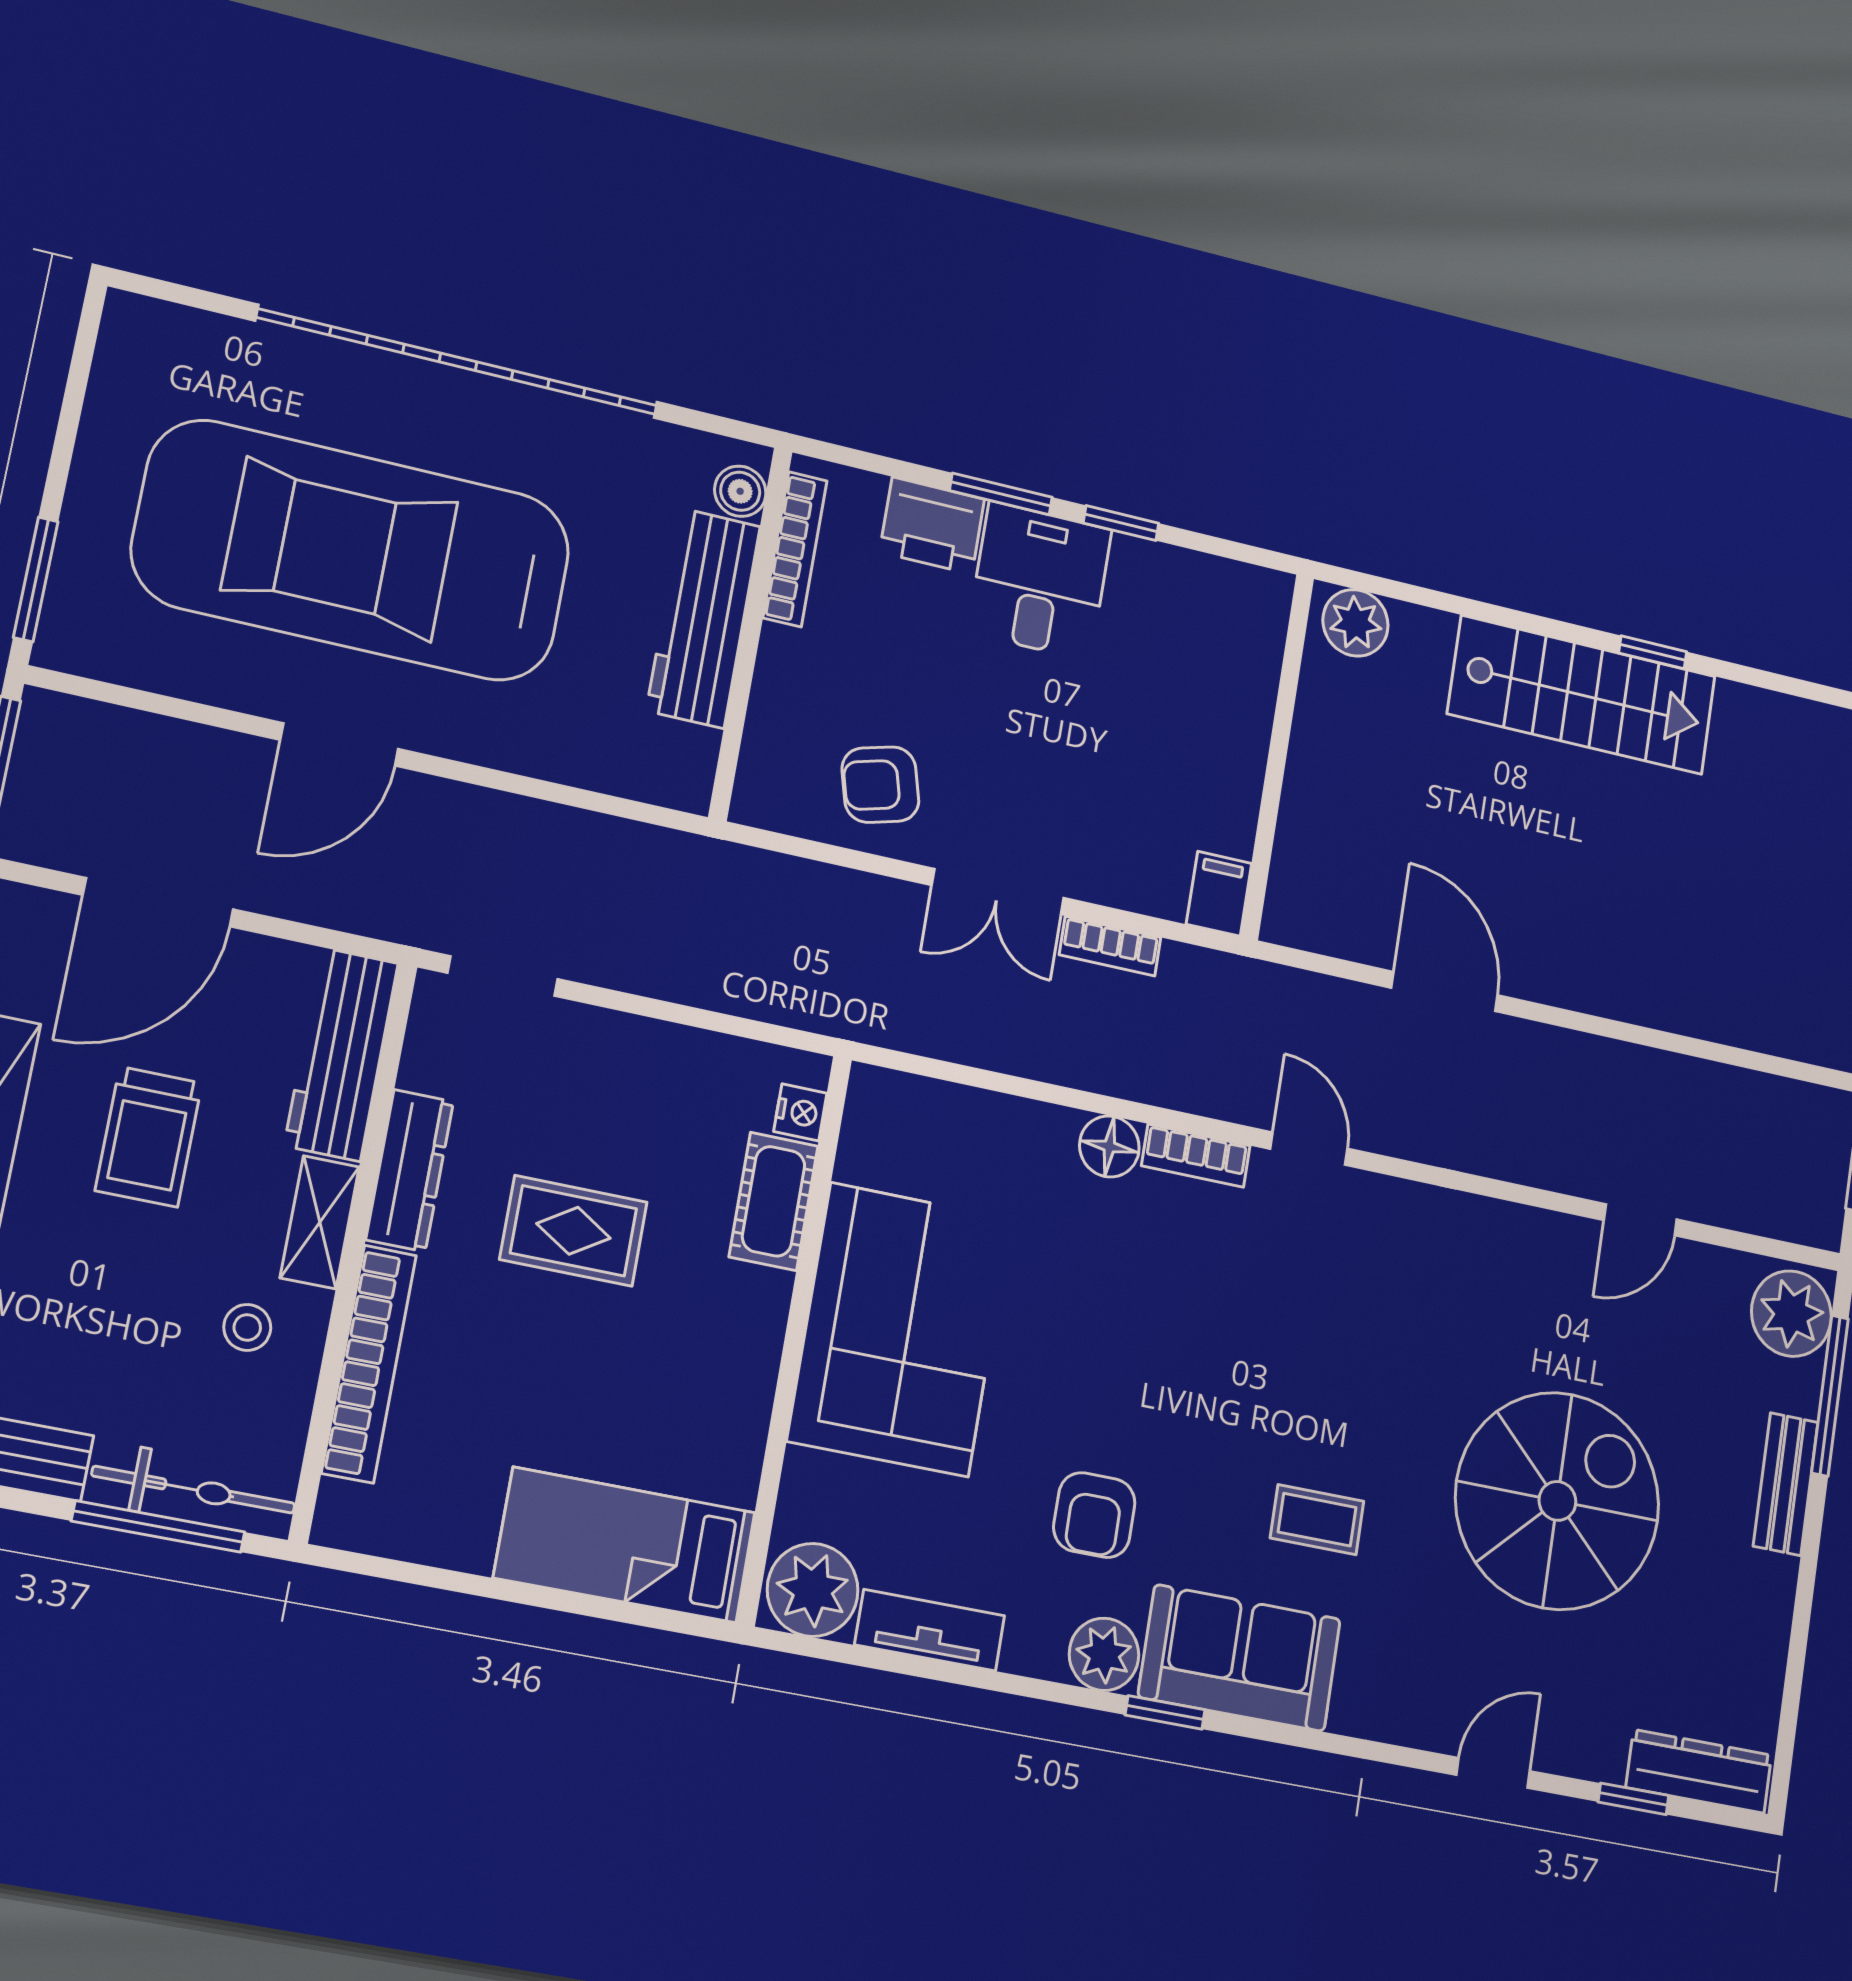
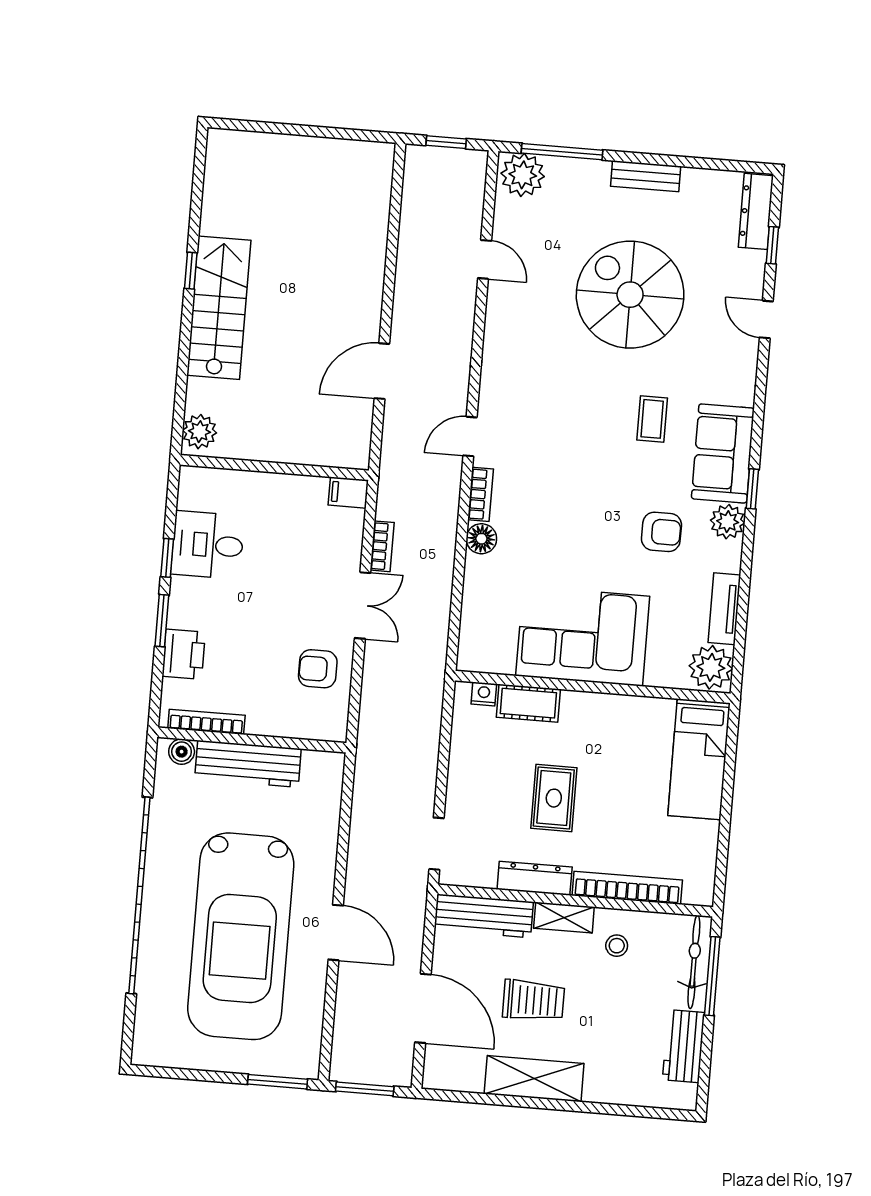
desk: (1040, 581) -> (208, 545), moved
armchair: (880, 785) -> (318, 669), turned 105
bench: (1786, 1484) -> (646, 176), moved

